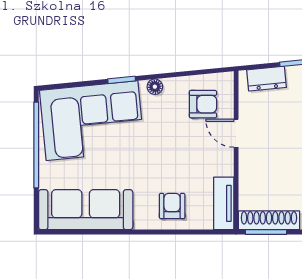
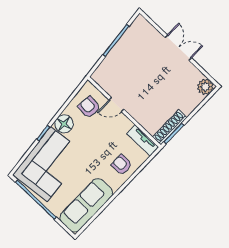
dresser: (267, 79) -> (105, 68), removed
floor lamp: (155, 87) -> (64, 124), width x1.89, depth x1.89
armchair: (203, 104) -> (89, 107), turned -85

